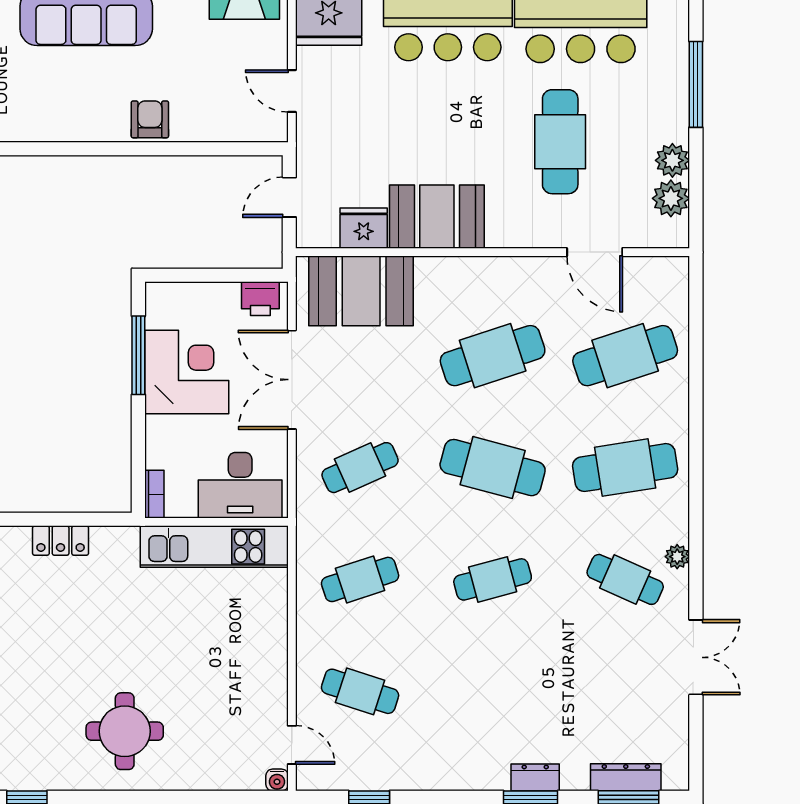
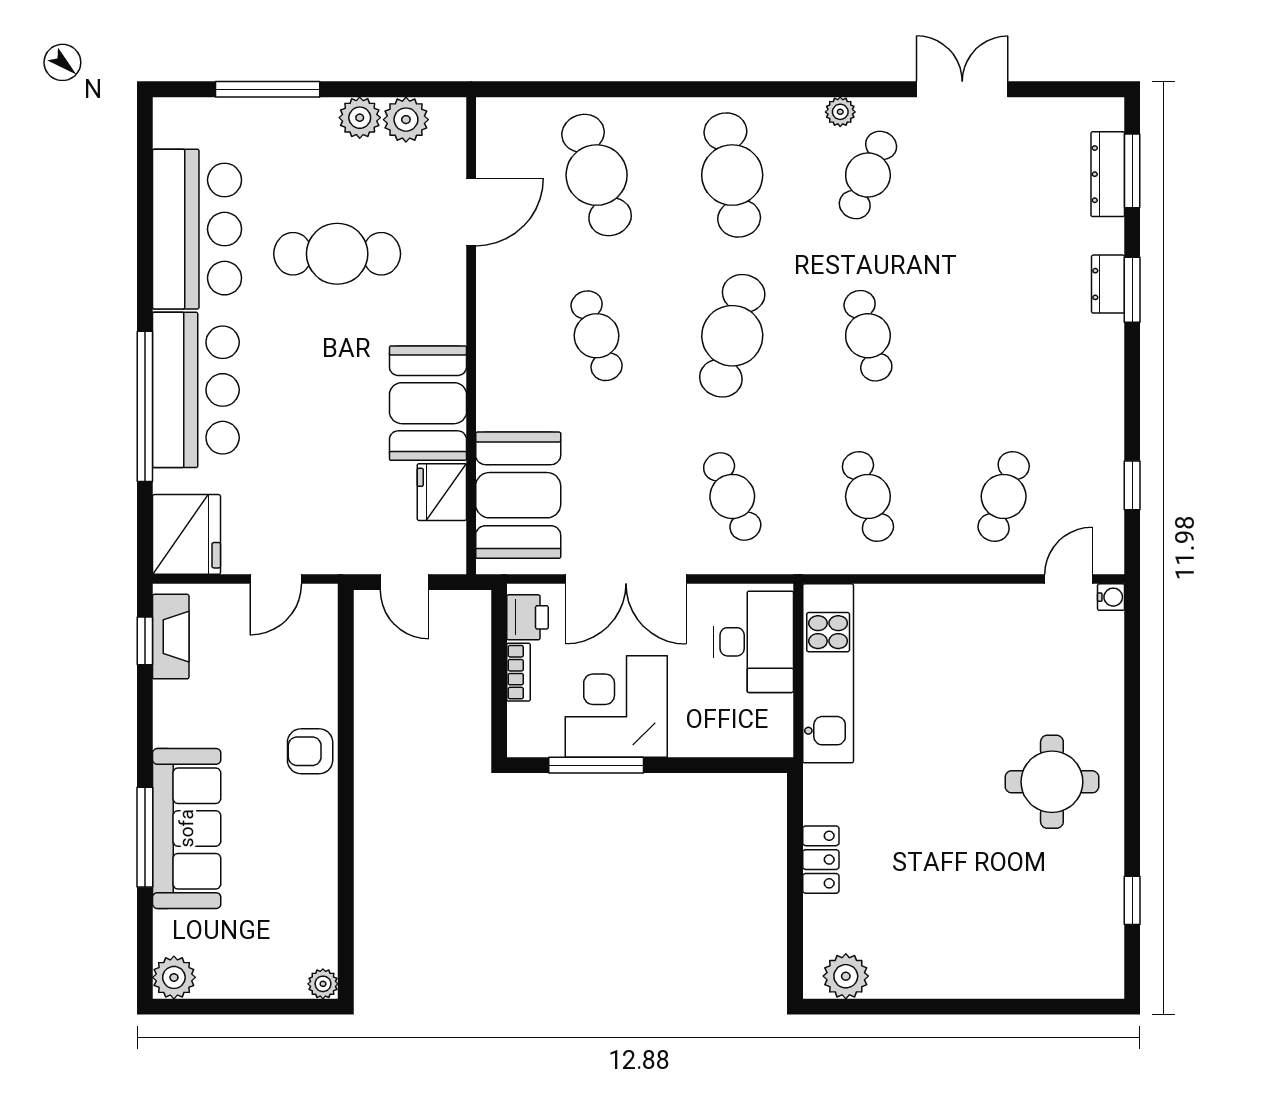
cafe table: (493, 356) -> (597, 336), width x0.73, depth x0.74
bookcase: (154, 494) -> (519, 672), moved, turned 90

